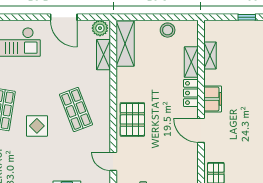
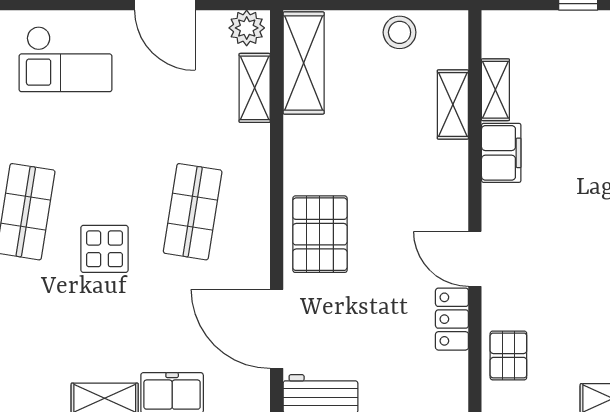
locker: (191, 93) -> (452, 319), moved
filing cabinet: (213, 99) -> (501, 153), moved
shop shelf: (76, 109) -> (193, 212), turned 30
door: (113, 161) -> (277, 329), width x1.88

